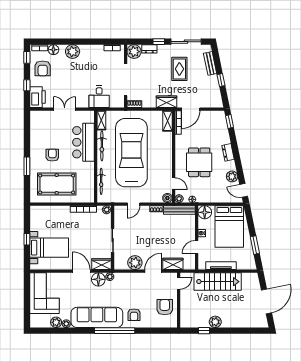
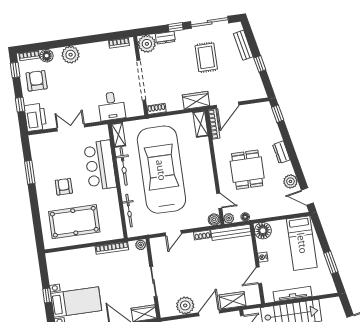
armchair: (43, 68) -> (37, 81), turned 180
window: (27, 166) -> (30, 172), moved
bed: (229, 227) -> (302, 243), width x0.67

